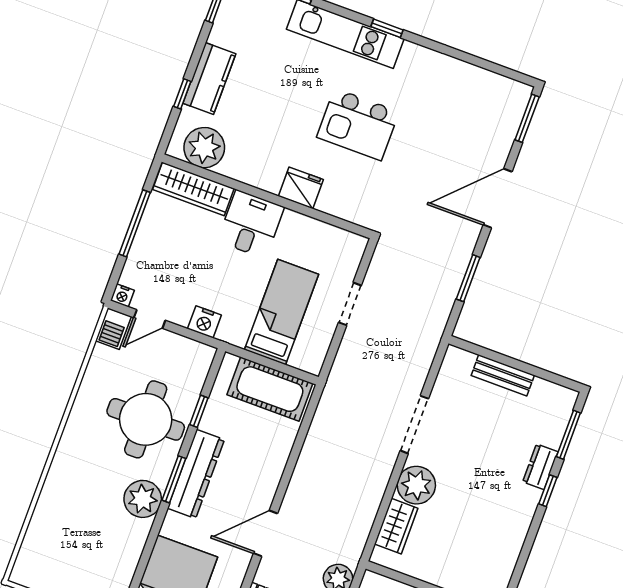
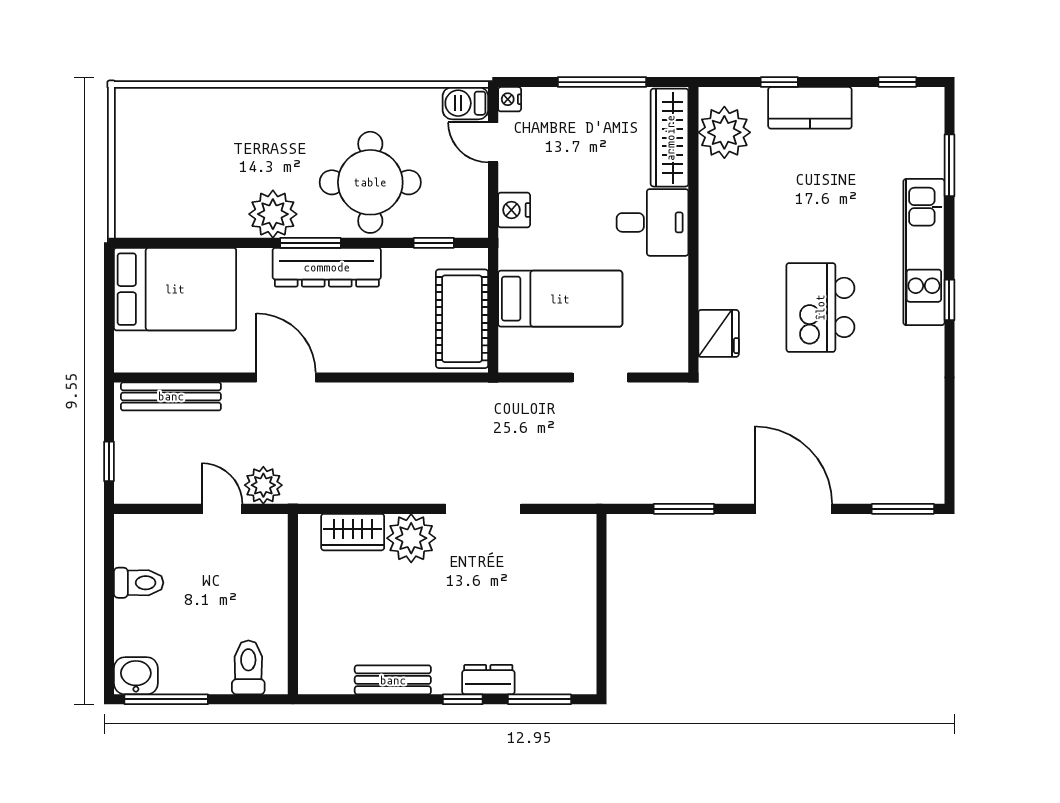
fridge: (301, 188) -> (719, 333), moved
bench: (503, 375) -> (393, 680), moved, turned 90
window: (199, 411) -> (434, 243), moved

